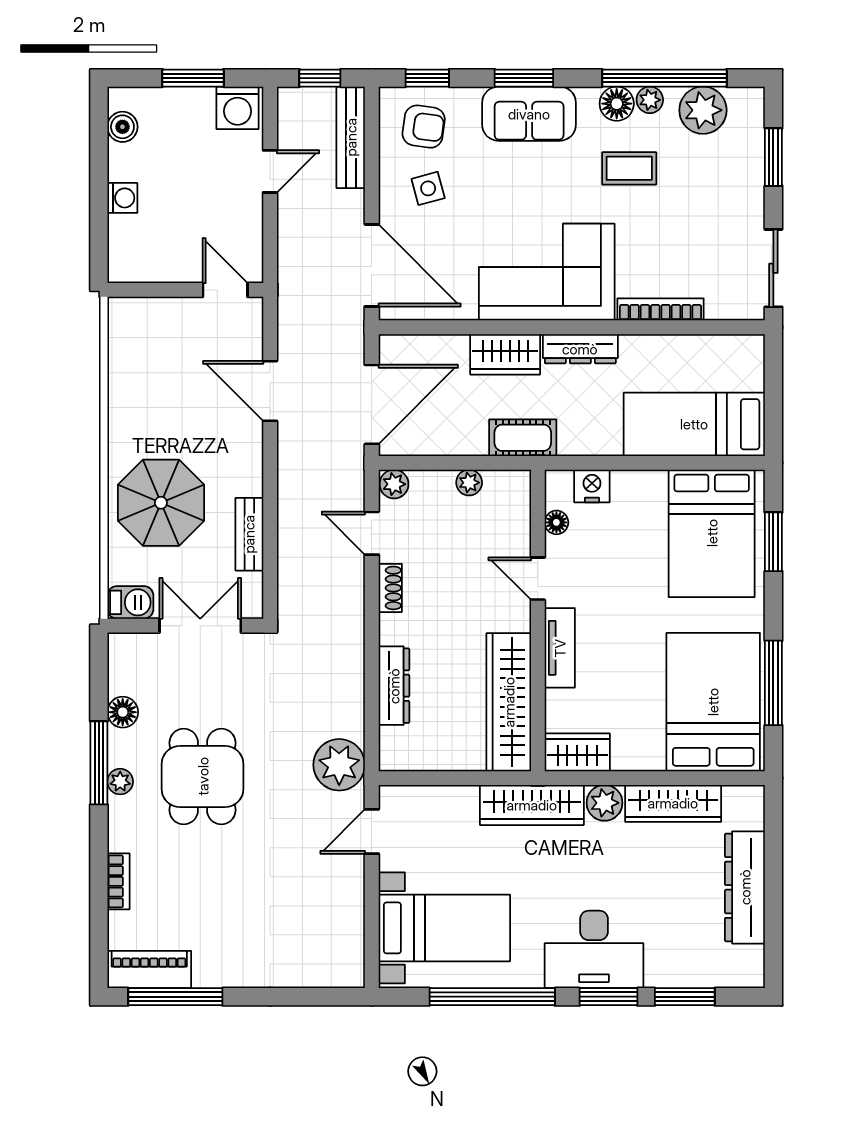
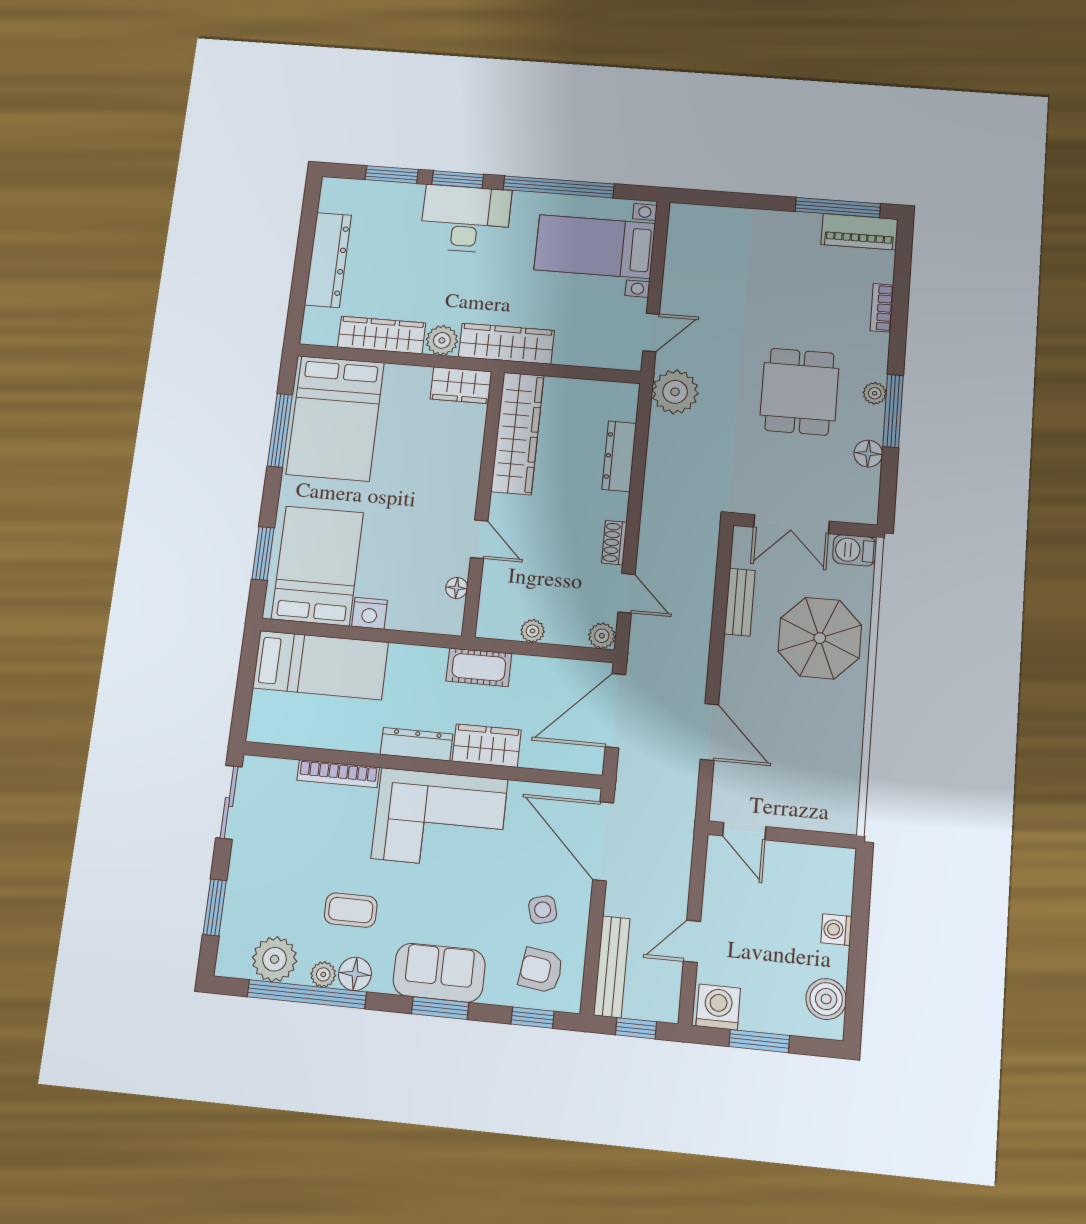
boiler: (122, 127) -> (826, 999), width x1.36, depth x1.36
nightstand: (592, 486) -> (369, 613), moved
tv unit: (560, 648) -> (466, 477), removed

